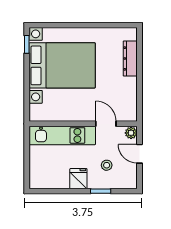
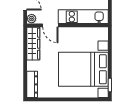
dresser: (130, 59) -> (32, 84), moved
wardrobe: (129, 99) -> (33, 44), added

